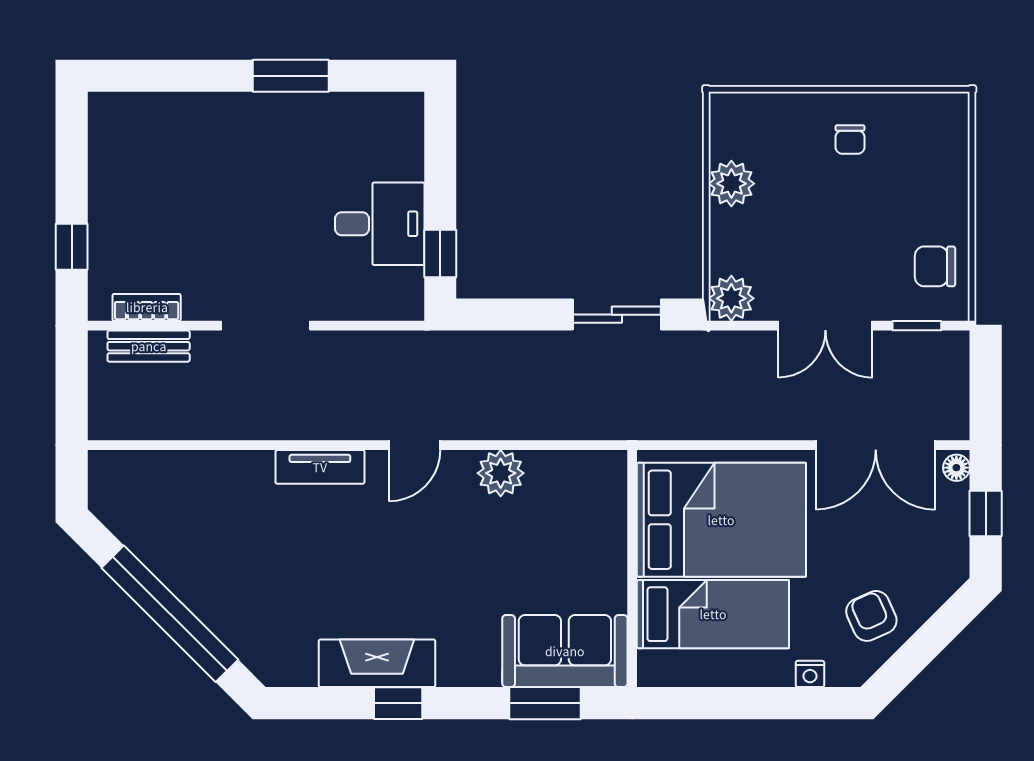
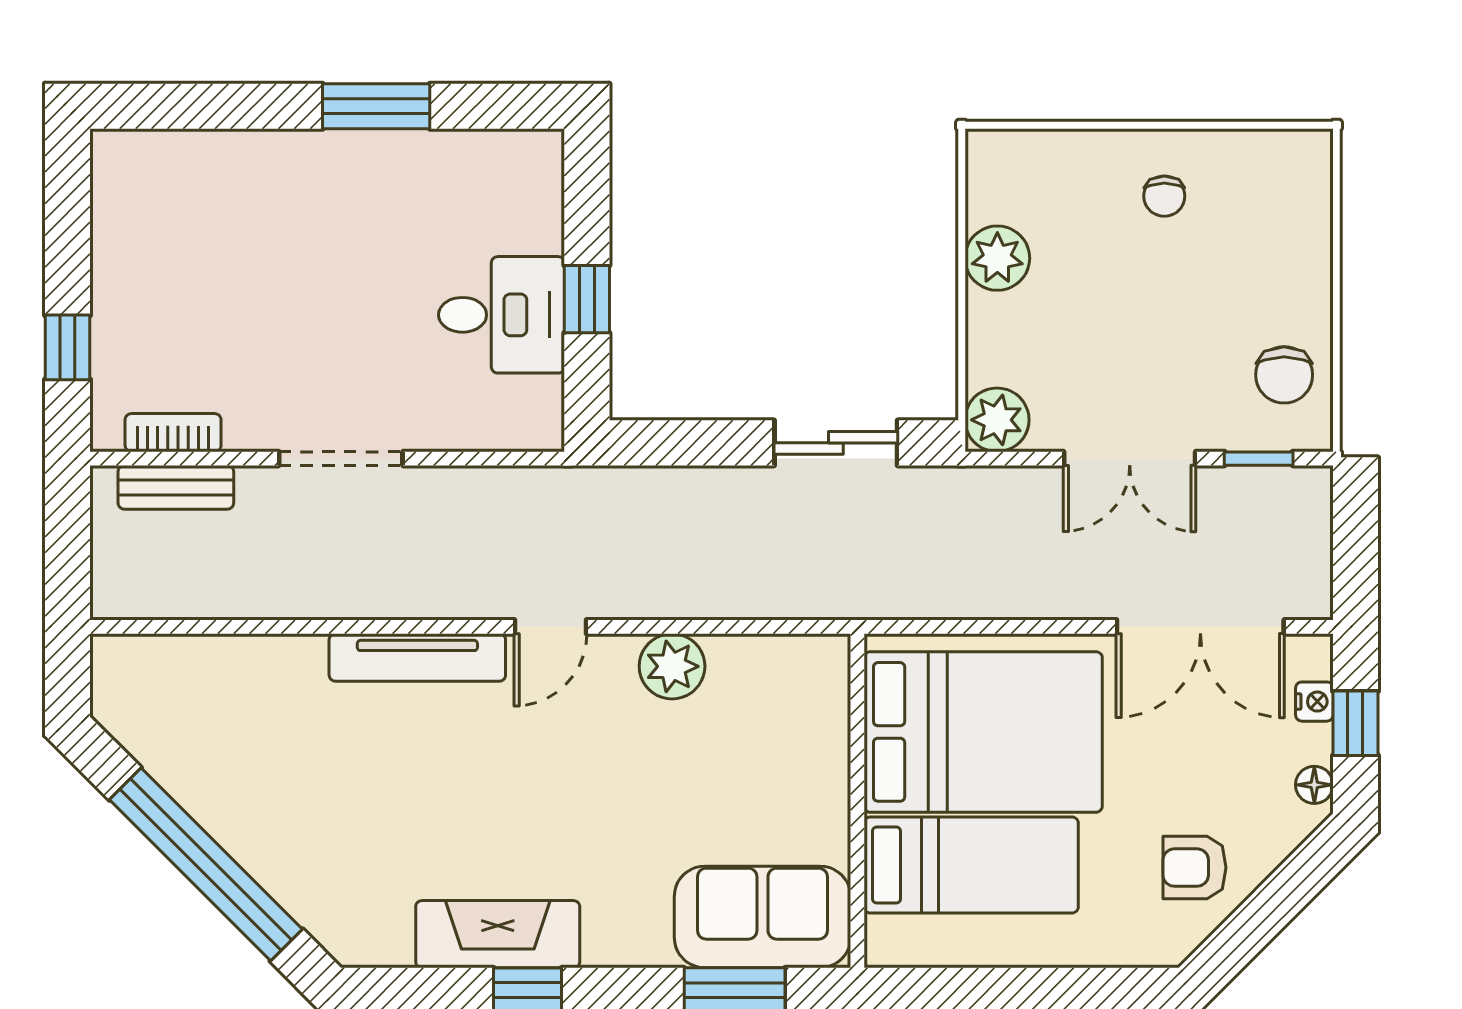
window: (440, 253) -> (587, 299), moved
chair: (935, 266) -> (1284, 375), turned -90
tv unit: (320, 467) -> (417, 657), width x1.41
floor lamp: (956, 468) -> (1314, 785), moved
armchair: (871, 616) -> (1194, 868), turned -66
nightstand: (810, 674) -> (1314, 702), moved, turned -90

